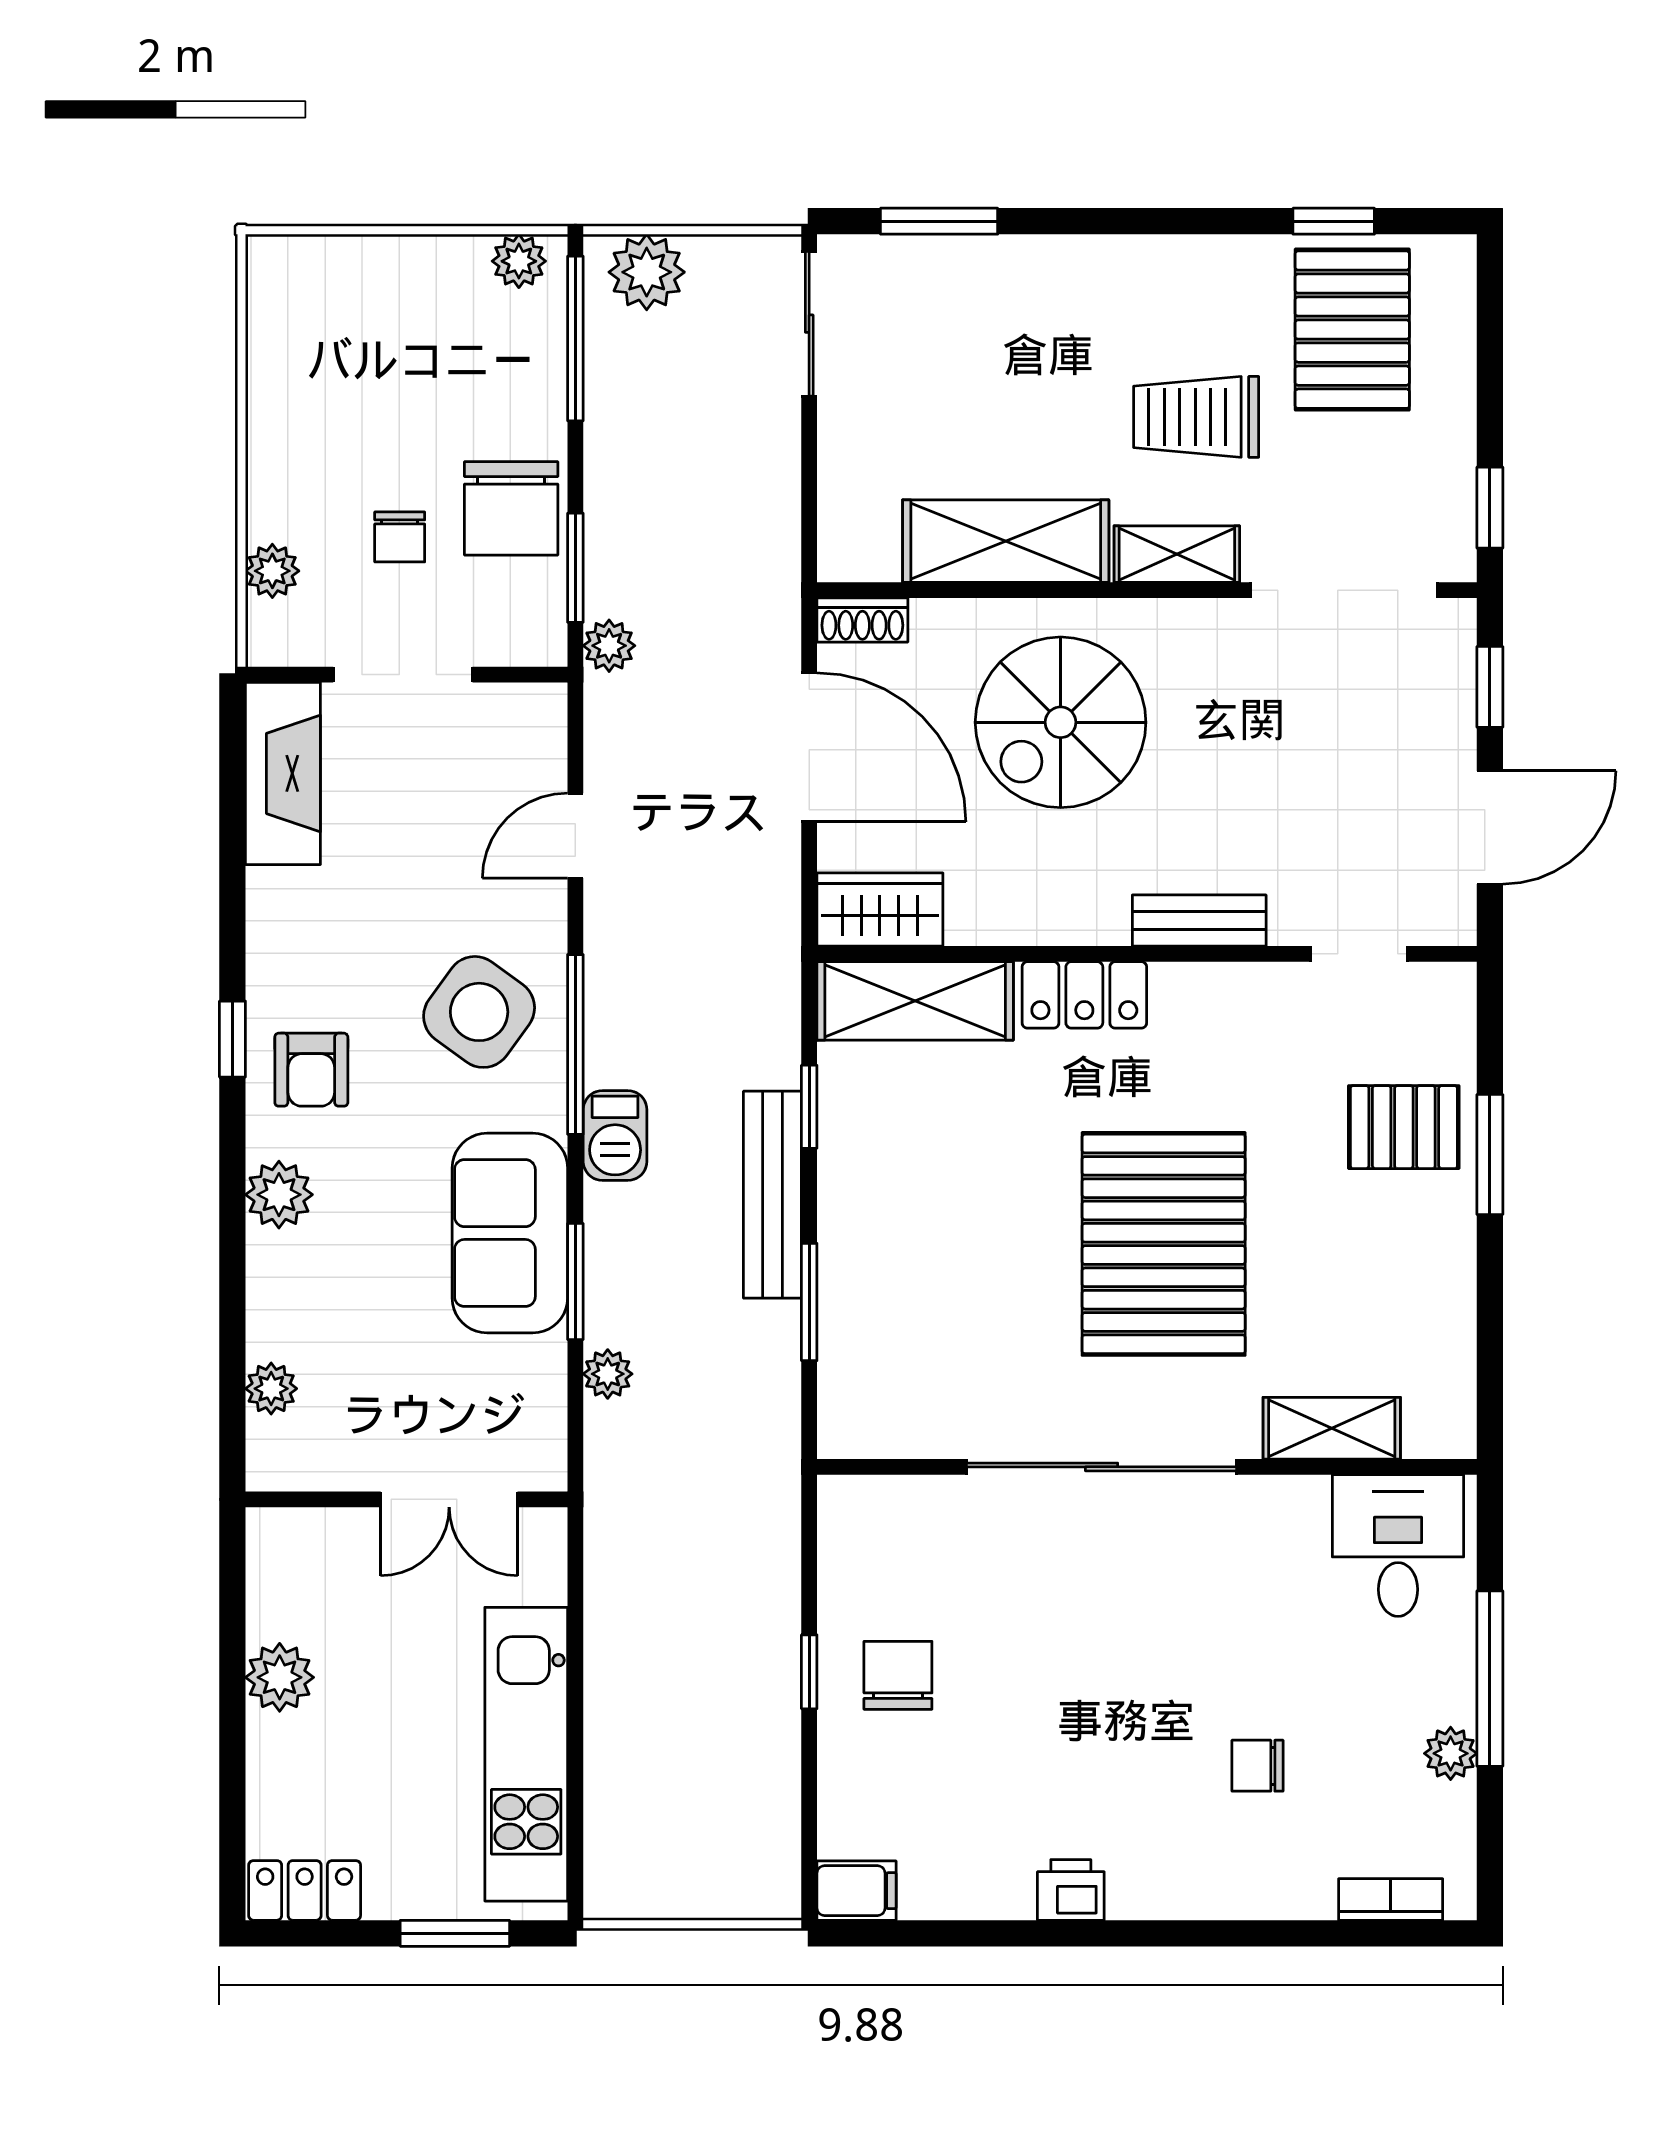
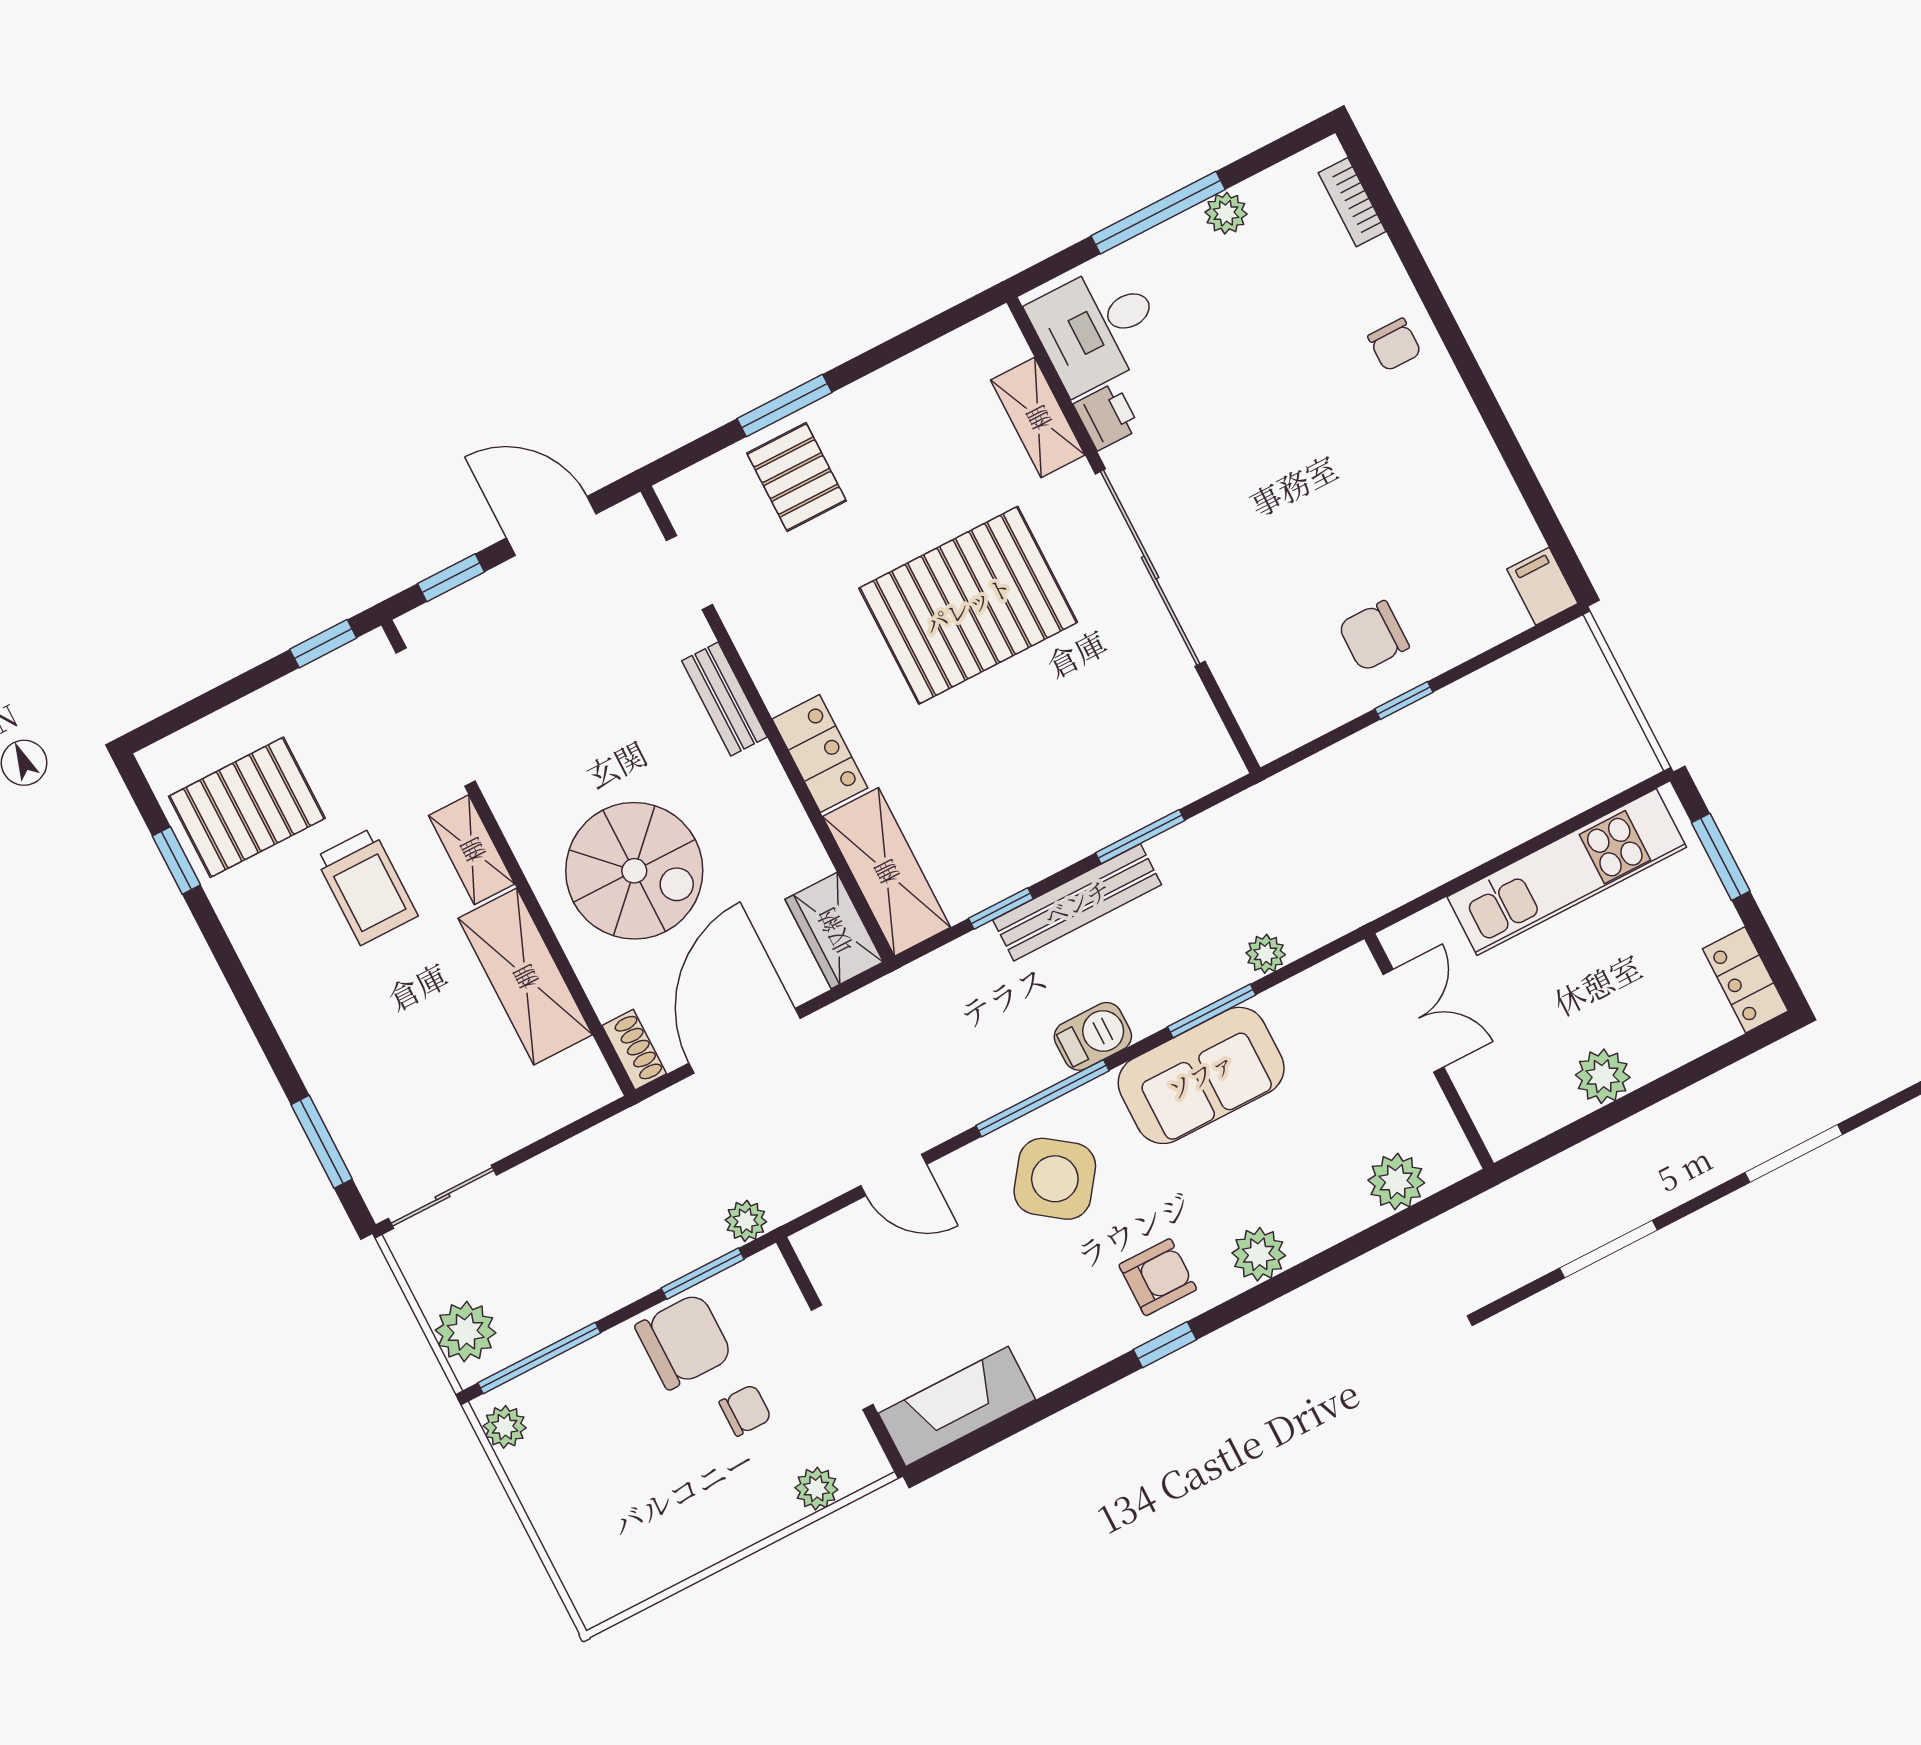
plant: (271, 1389) -> (1396, 1182), width x1.38, depth x1.38
chair: (1257, 1766) -> (1395, 345), moved
printer: (1071, 1890) -> (1107, 416), moved, turned 180

